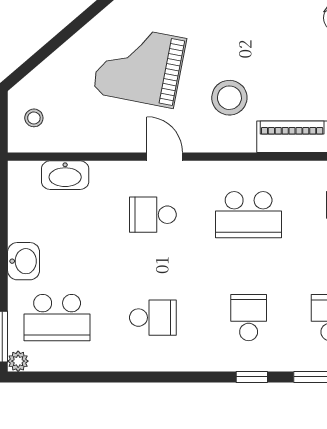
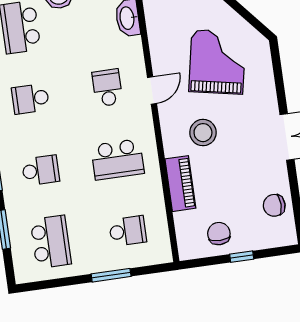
school desk: (249, 215) -> (118, 159), turned -90
school desk: (153, 318) -> (30, 99), turned 90

